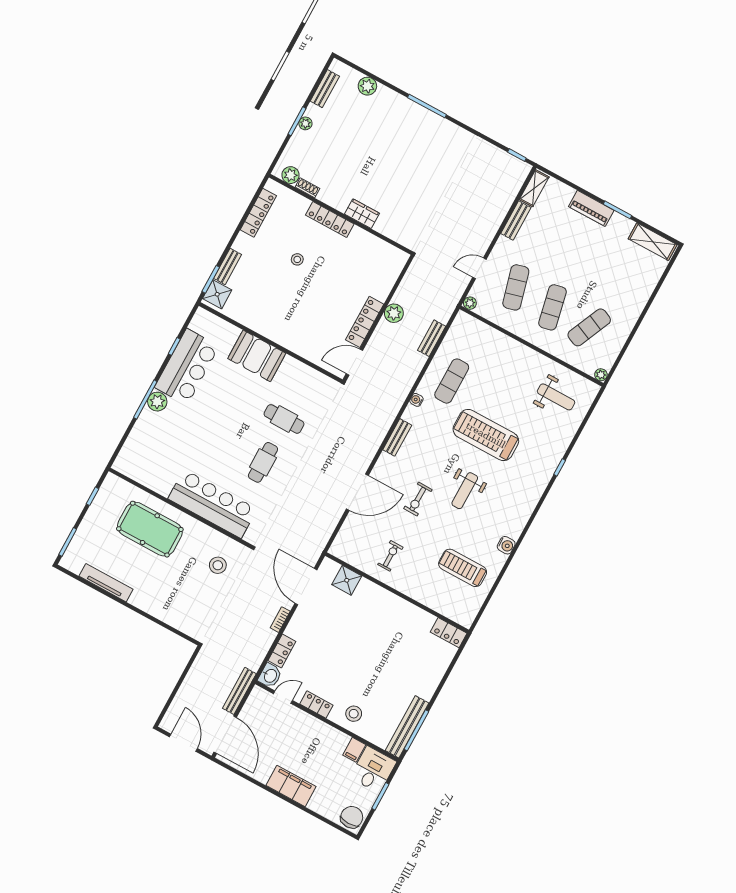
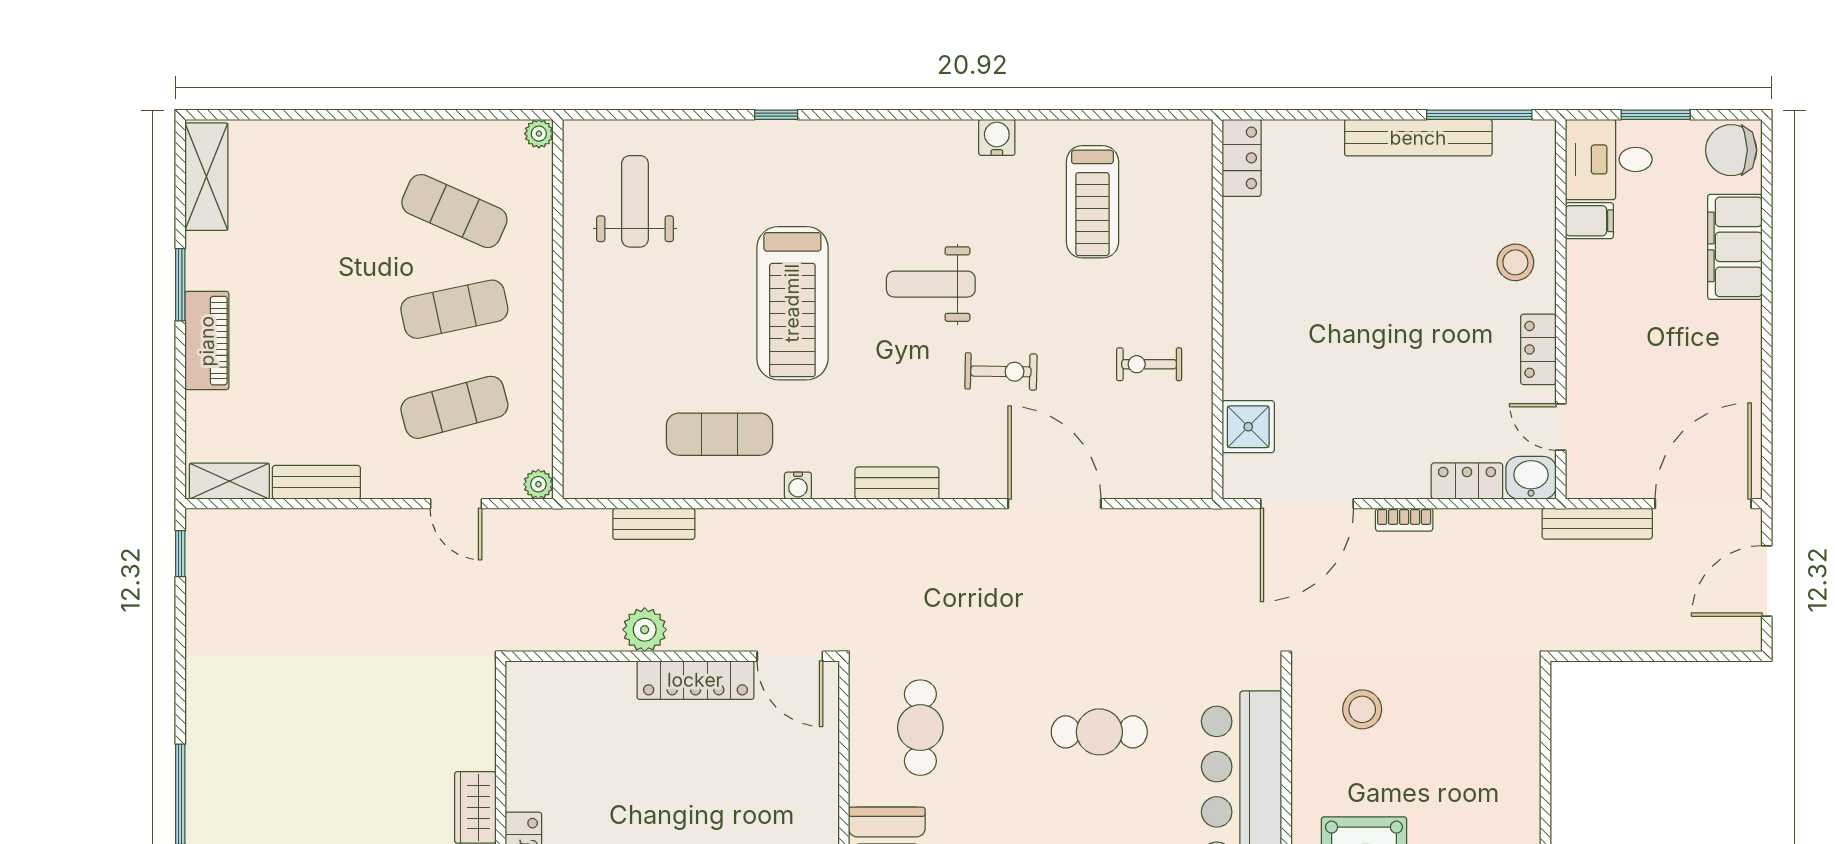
cafe table: (284, 419) -> (920, 728), moved
weight bench: (465, 491) -> (931, 284), turned 180
bench: (407, 727) -> (1418, 138), moved
filing cabinet: (291, 786) -> (1735, 247), moved

